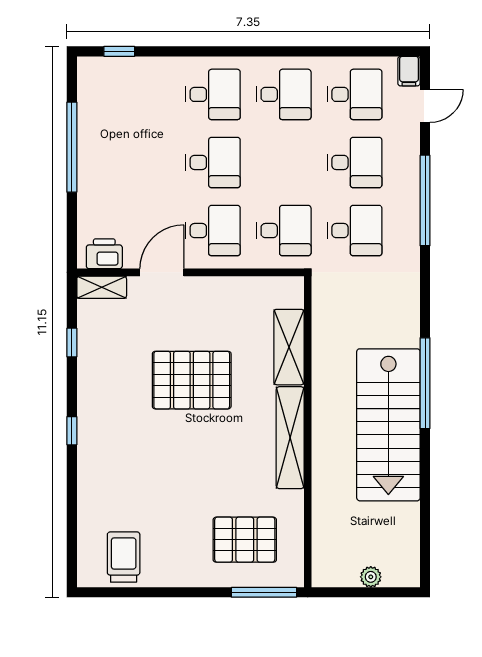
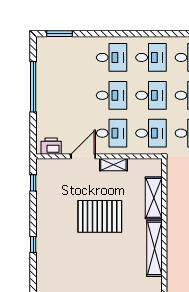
window: (119, 51) -> (60, 34), width x1.50
desk: (284, 162) -> (151, 95), added
shelving: (102, 287) -> (113, 165), moved
window: (72, 343) -> (33, 183), moved

